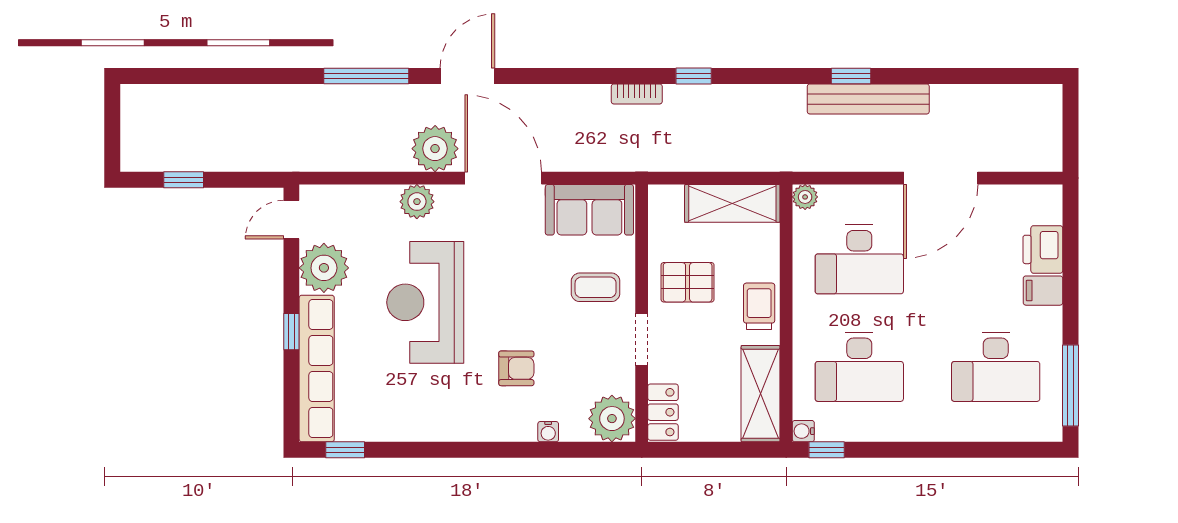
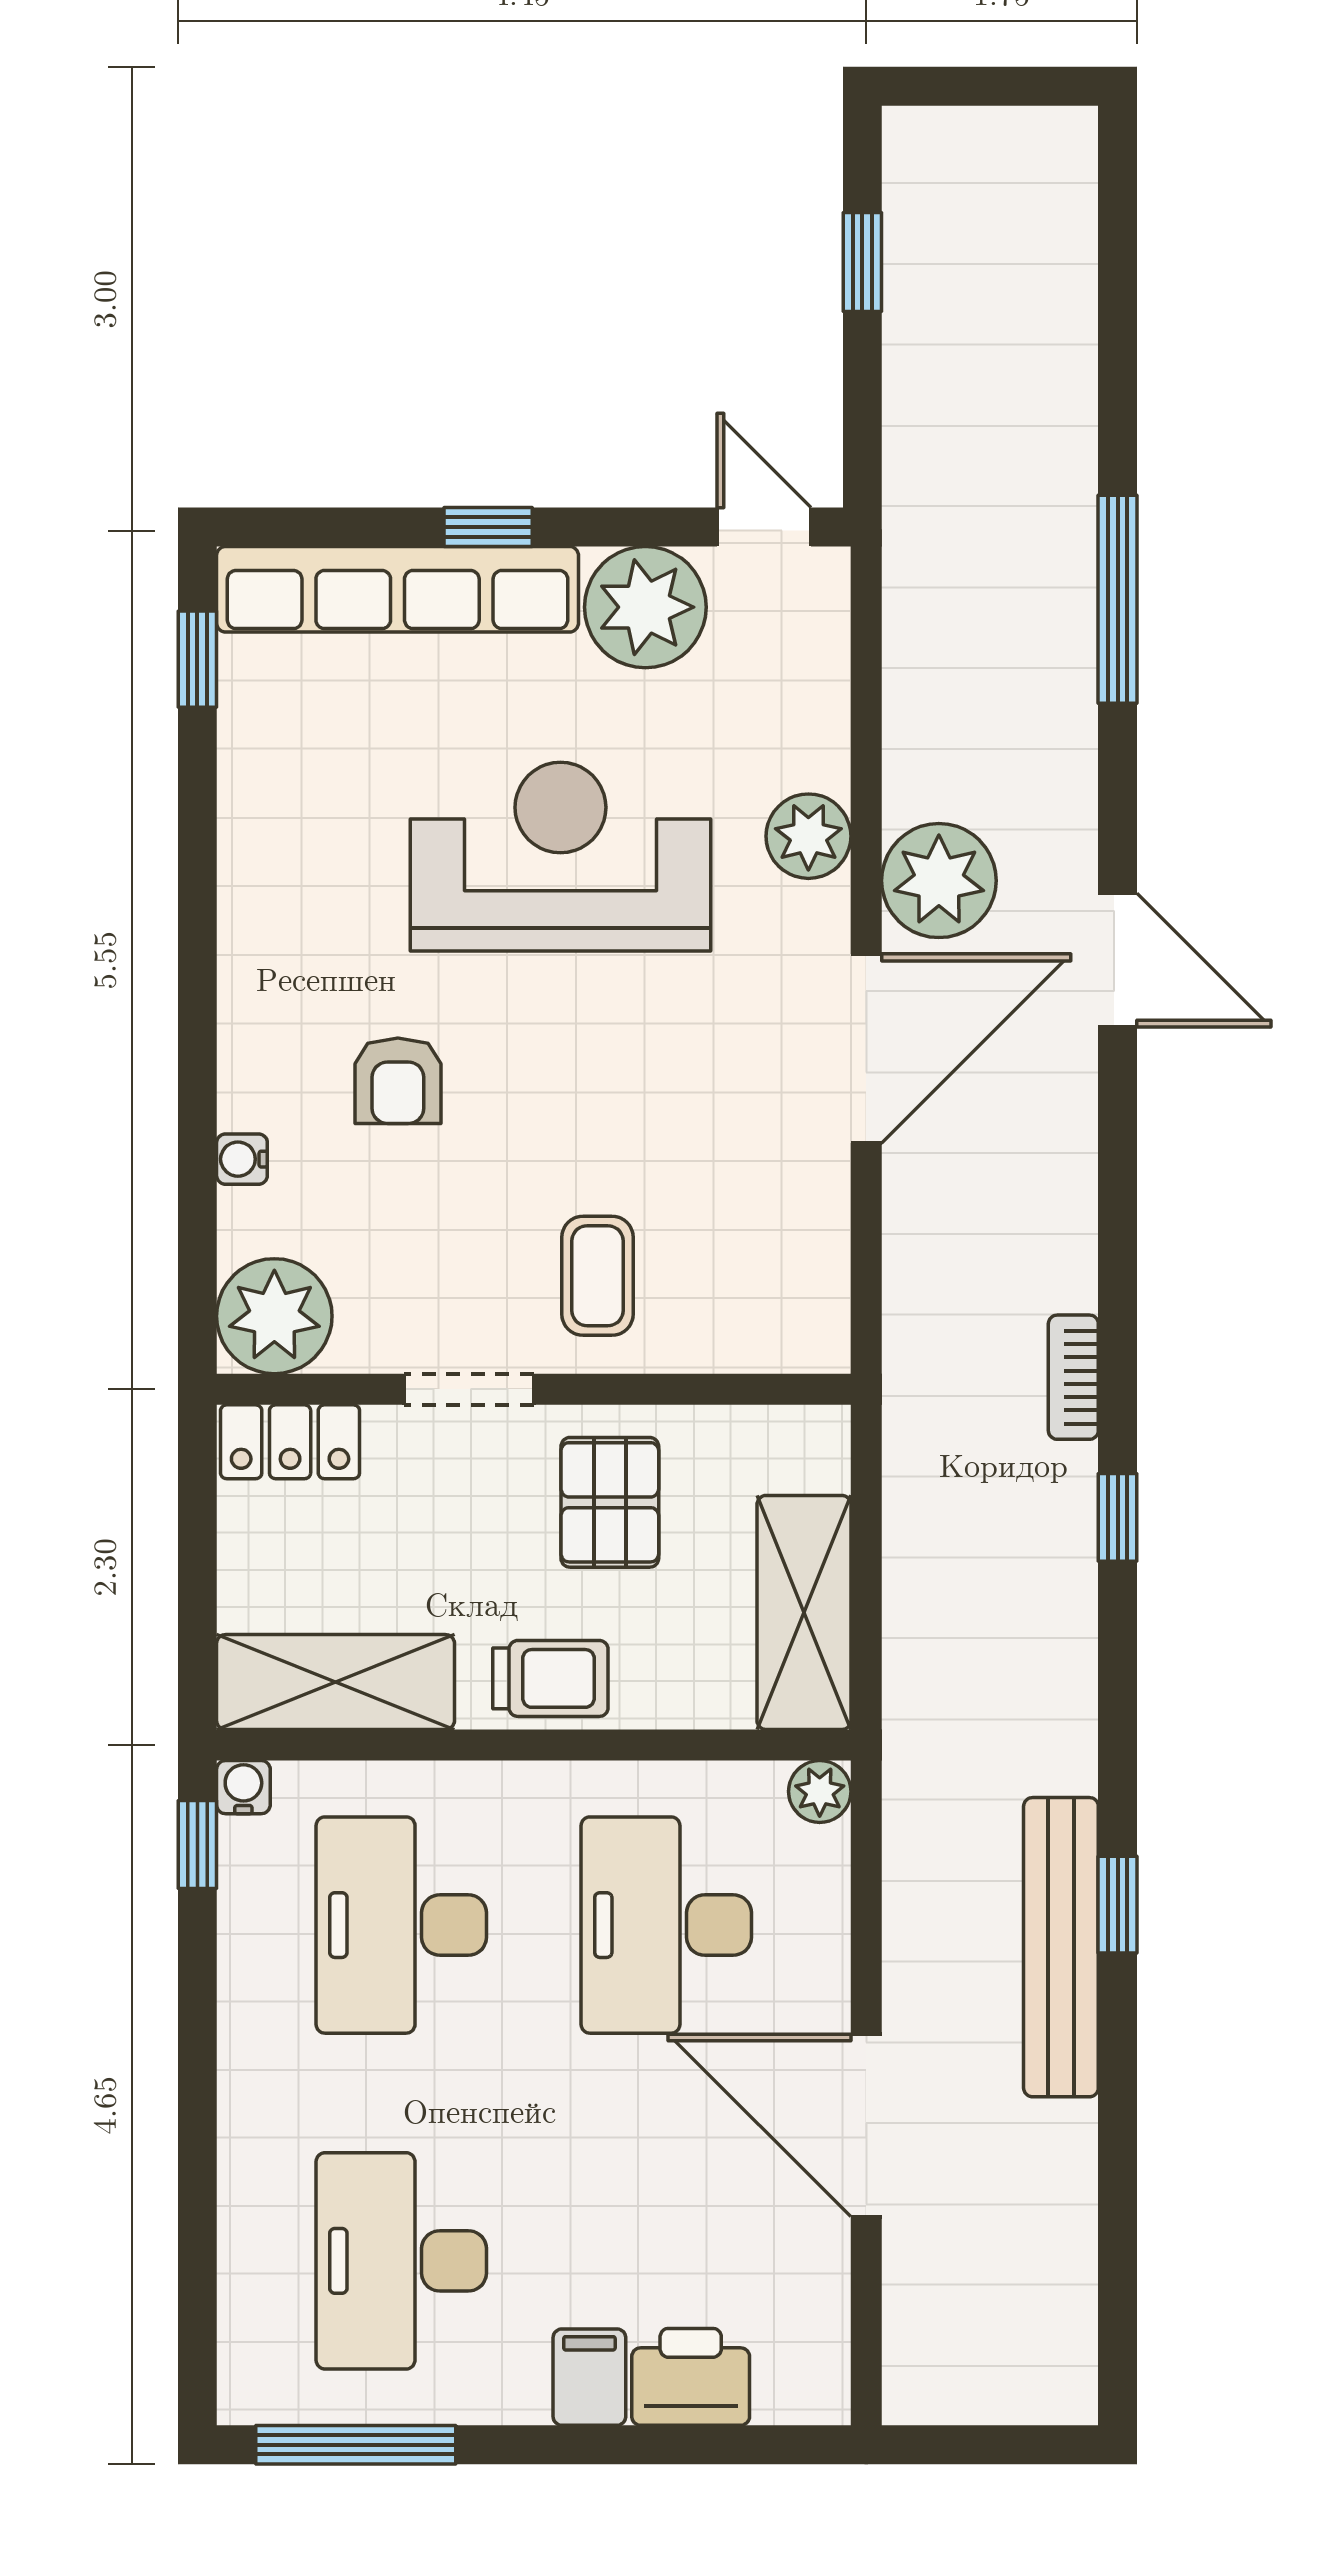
window: (366, 76) -> (1118, 599), moved
sofa: (589, 210) -> (788, 1261), removed

